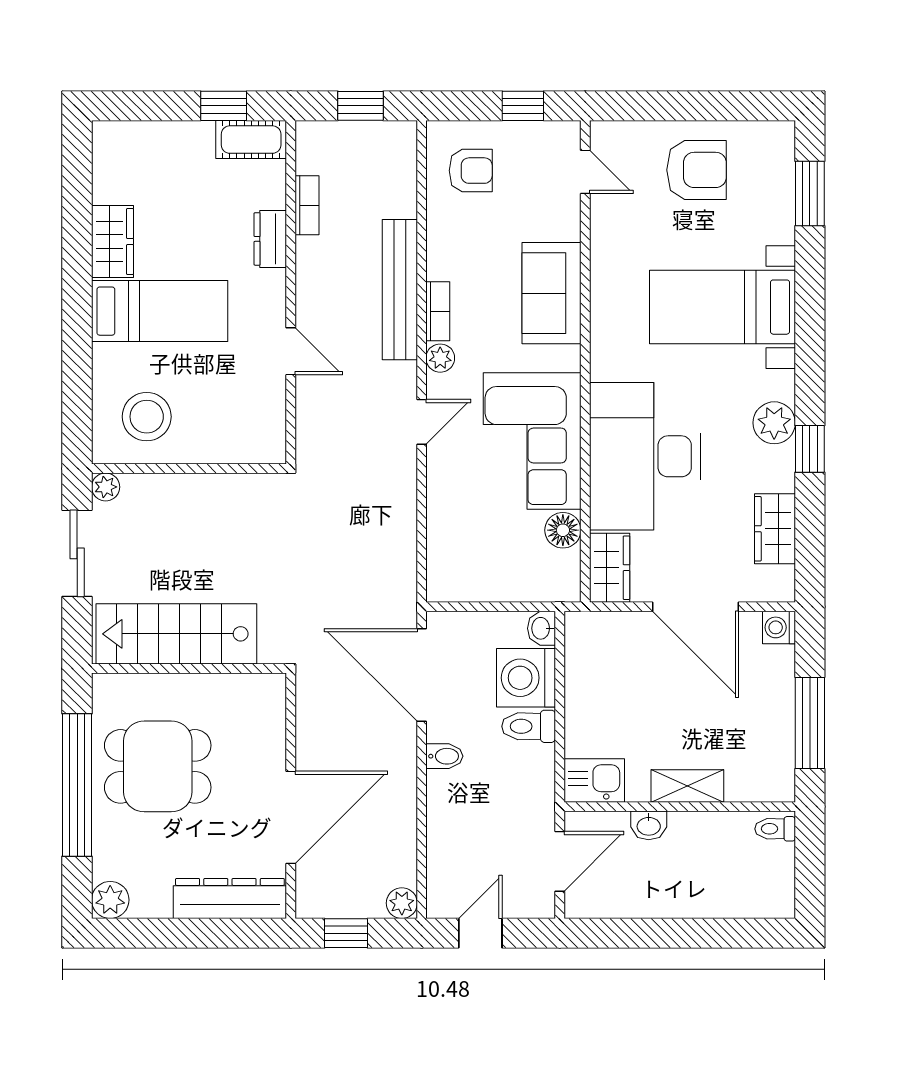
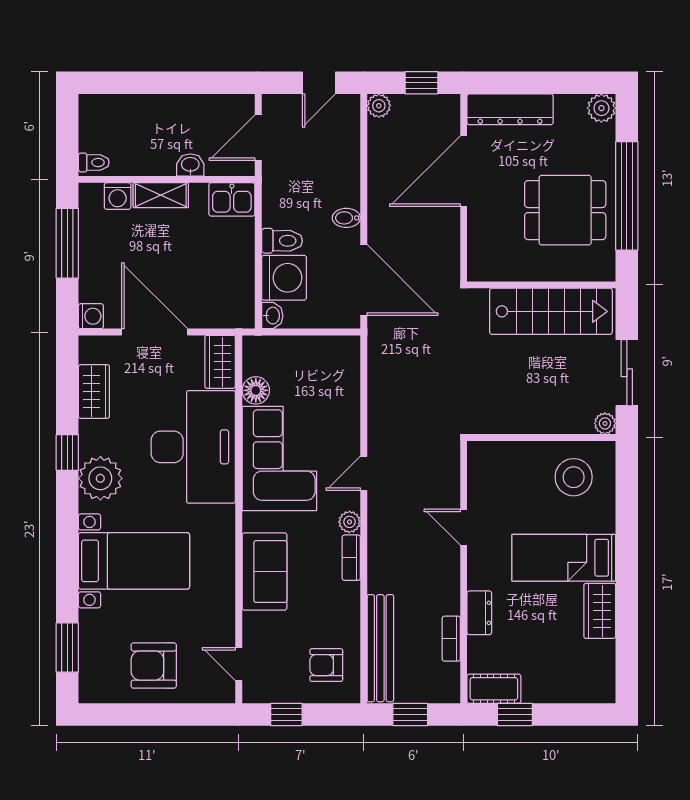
bench: (400, 290) -> (380, 648), moved
plant: (774, 423) -> (100, 478), width x1.36, depth x1.36
washing machine: (744, 785) -> (118, 196), added

